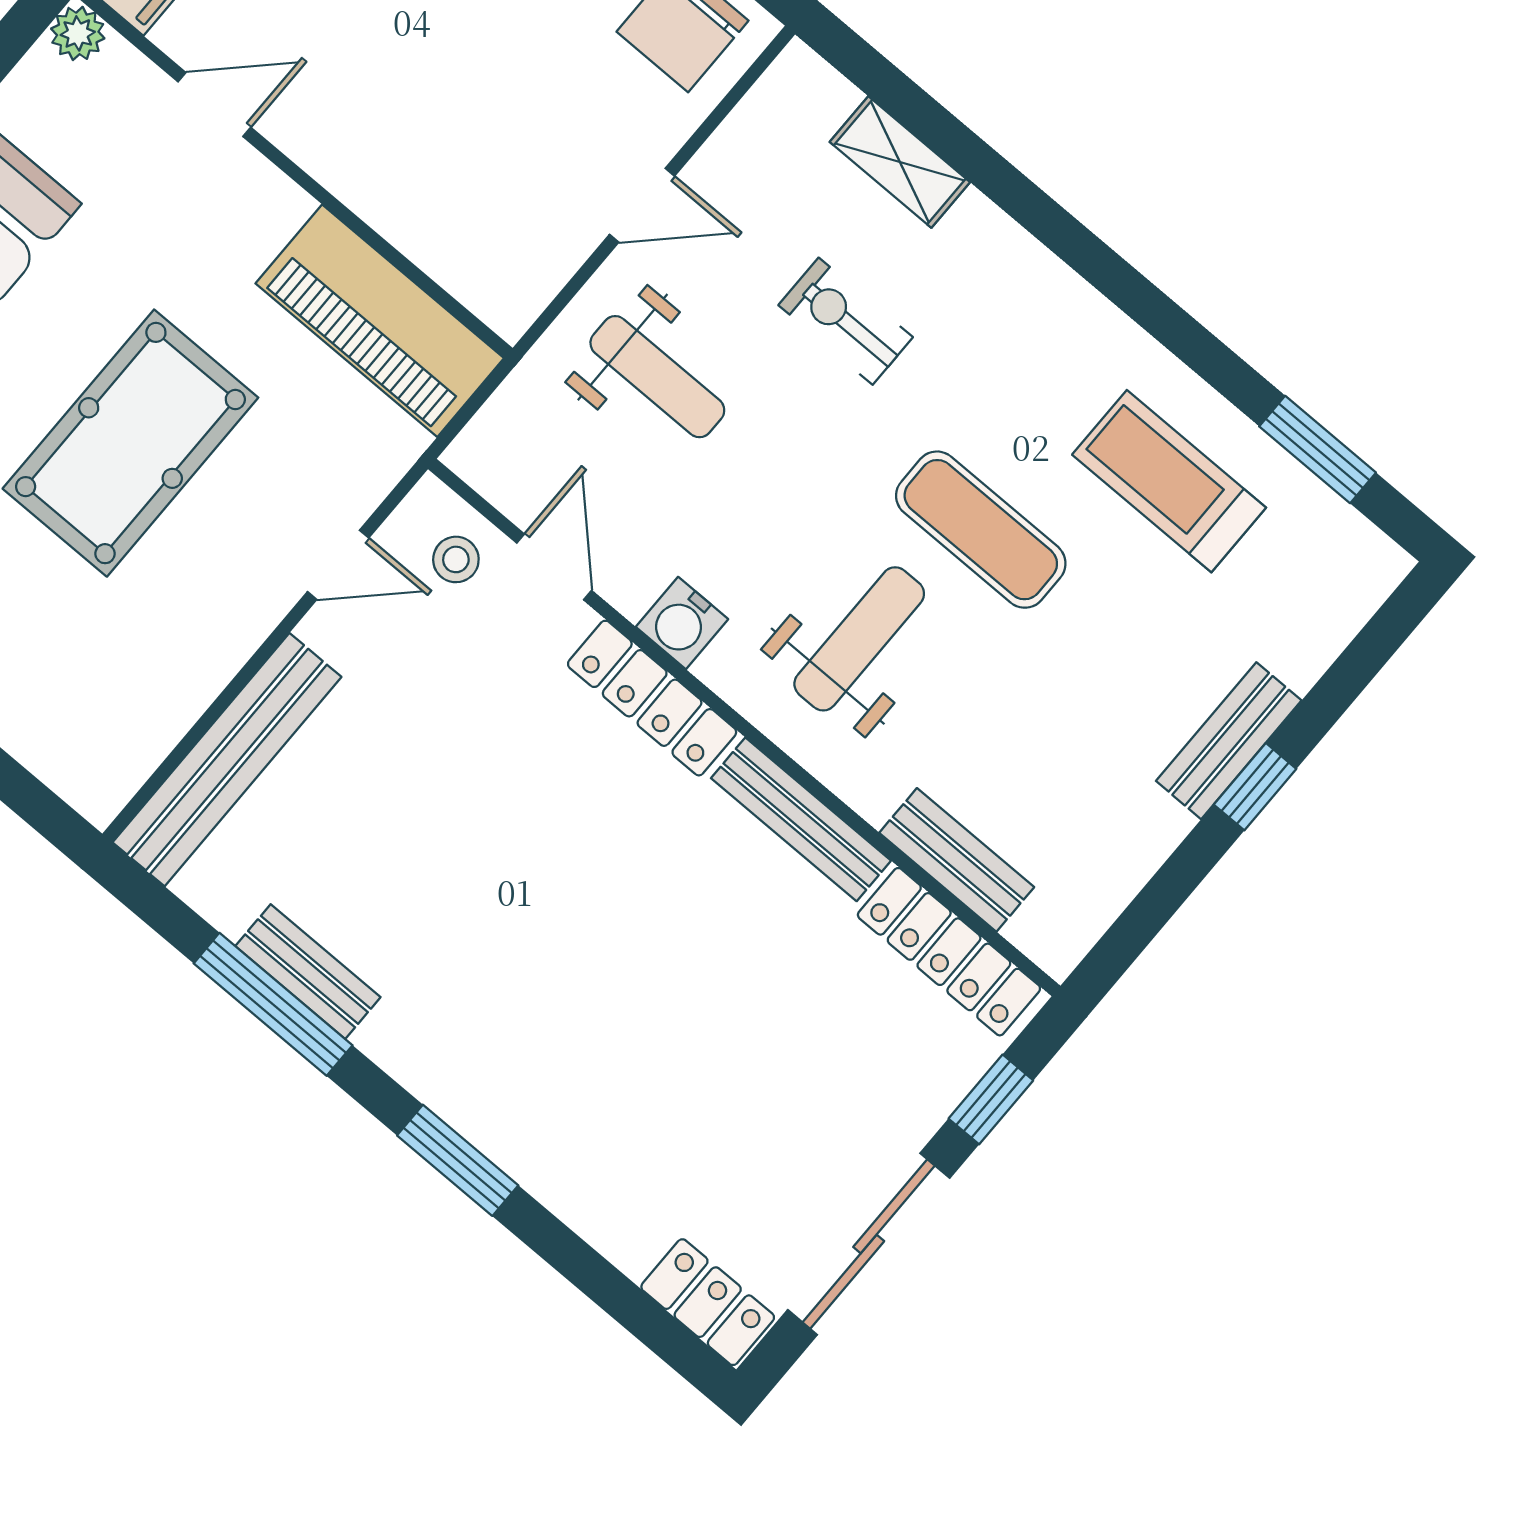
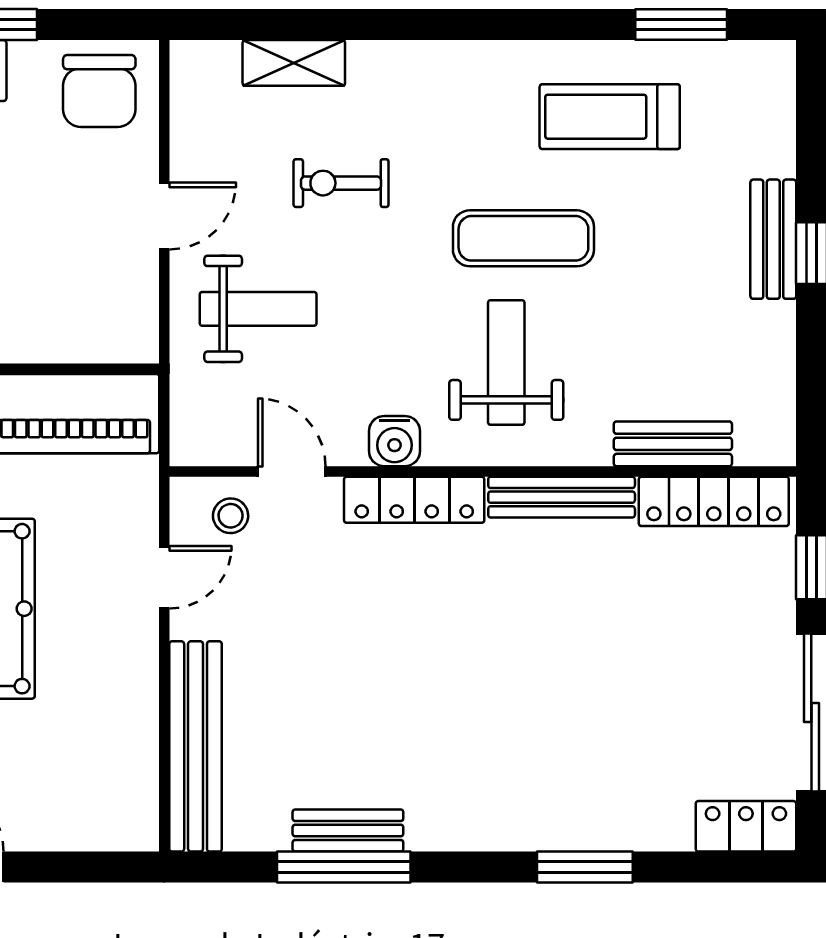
window: (458, 1160) -> (585, 867), moved

